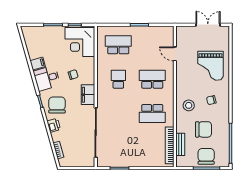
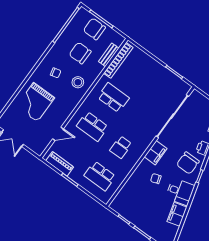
piano: (156, 31) -> (60, 164), added
corner desk: (80, 42) -> (130, 202), removed
door: (175, 54) -> (58, 134), hinge flipped
filing cabinet: (38, 64) -> (177, 214), width x2.00
grand piano: (211, 66) -> (35, 102), turned 180
chair: (206, 156) -> (94, 29), turned 90

